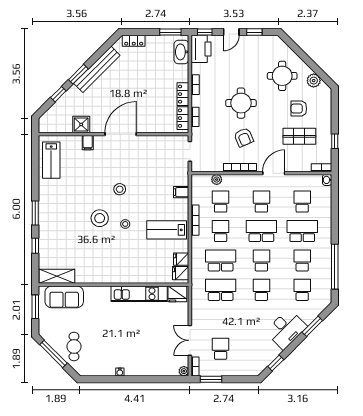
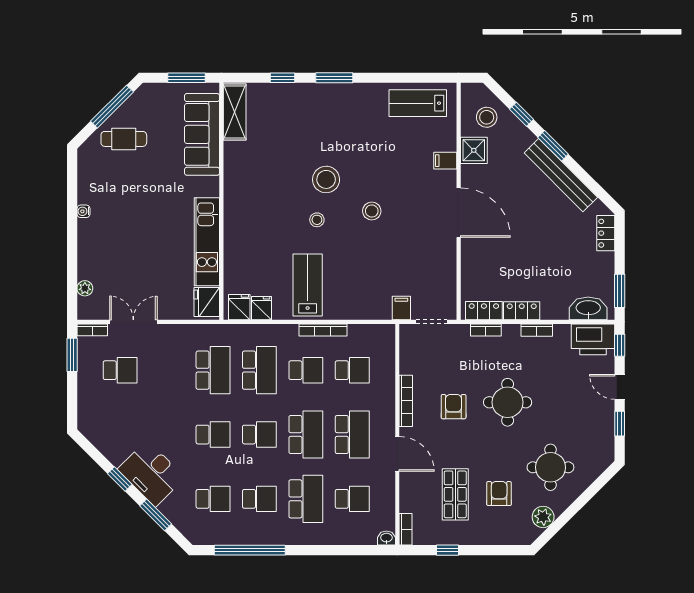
stool: (60, 116) -> (487, 117), added
armchair: (244, 137) -> (454, 407), turned 113
plant: (217, 180) -> (387, 364), removed
filing cabinet: (181, 192) -> (401, 308), moved
school desk: (261, 202) -> (352, 435), width x1.85
sofa: (64, 297) -> (202, 134), width x1.36
window: (276, 363) -> (120, 479), moved
plant: (184, 371) -> (85, 288), moved

